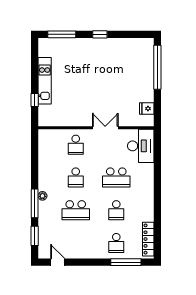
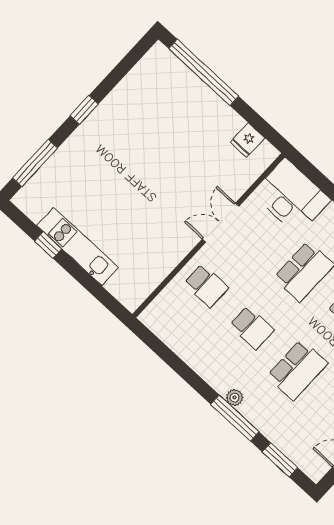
window: (35, 100) -> (48, 245), moved

